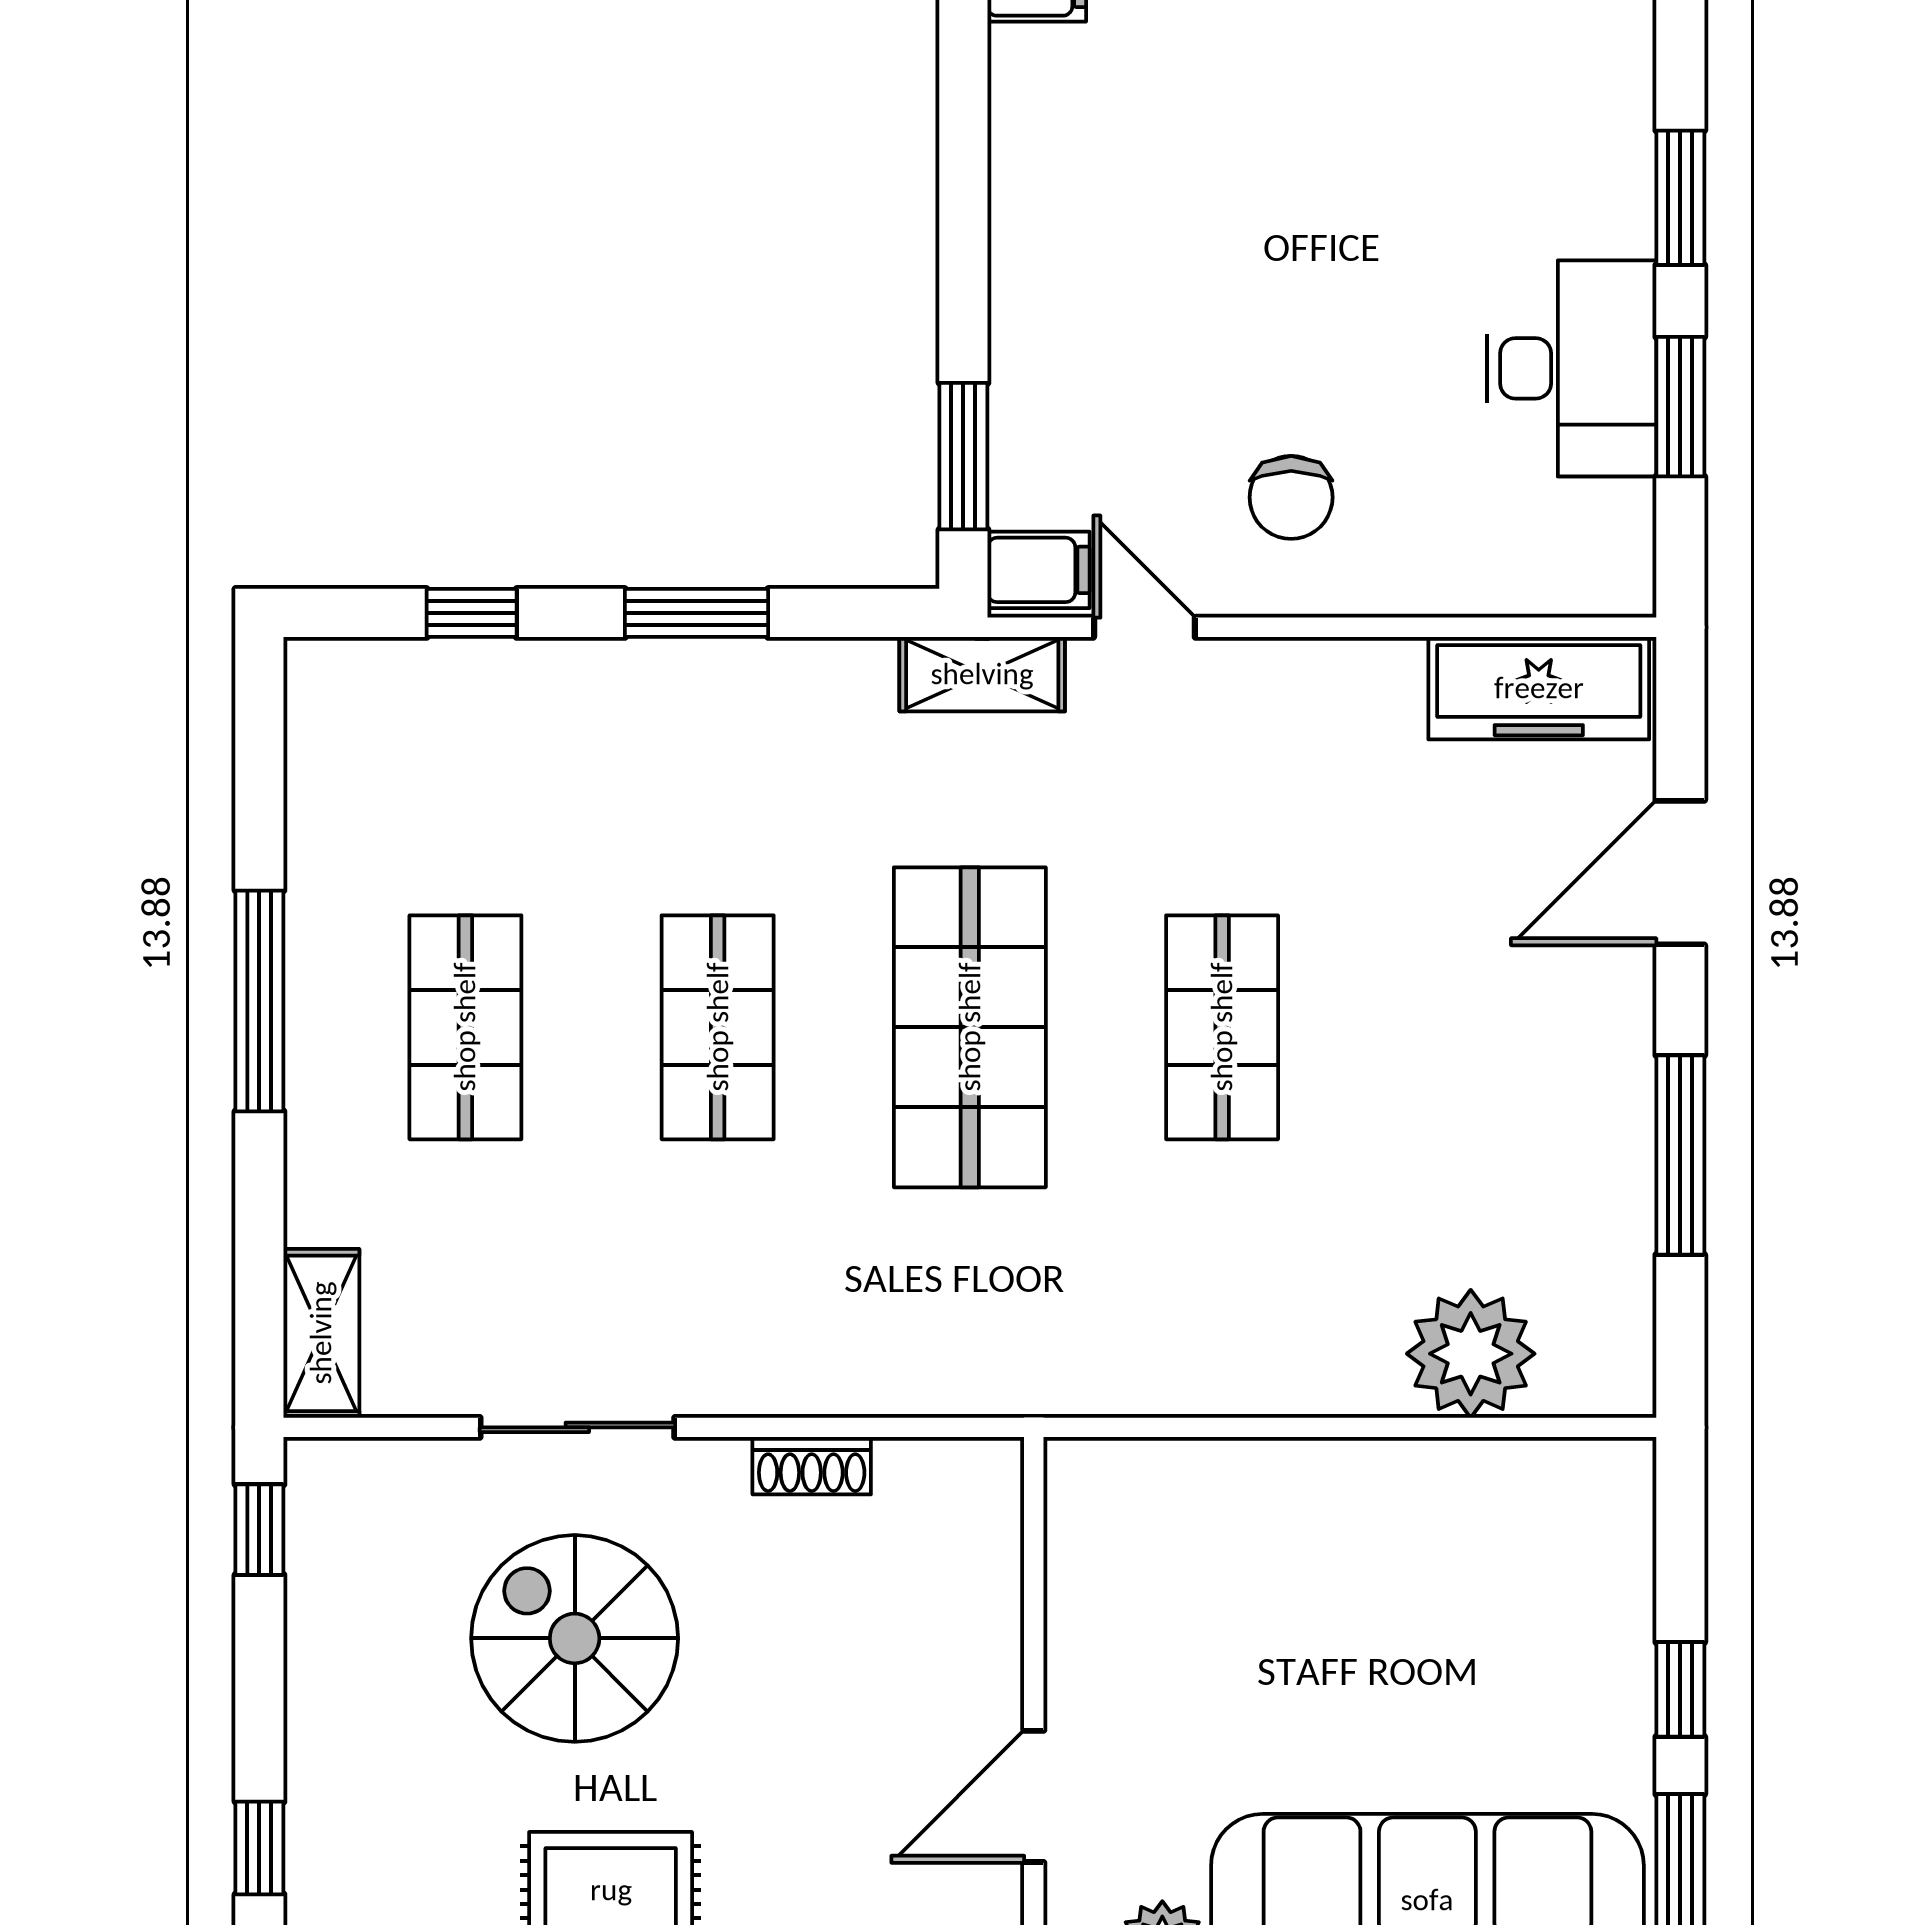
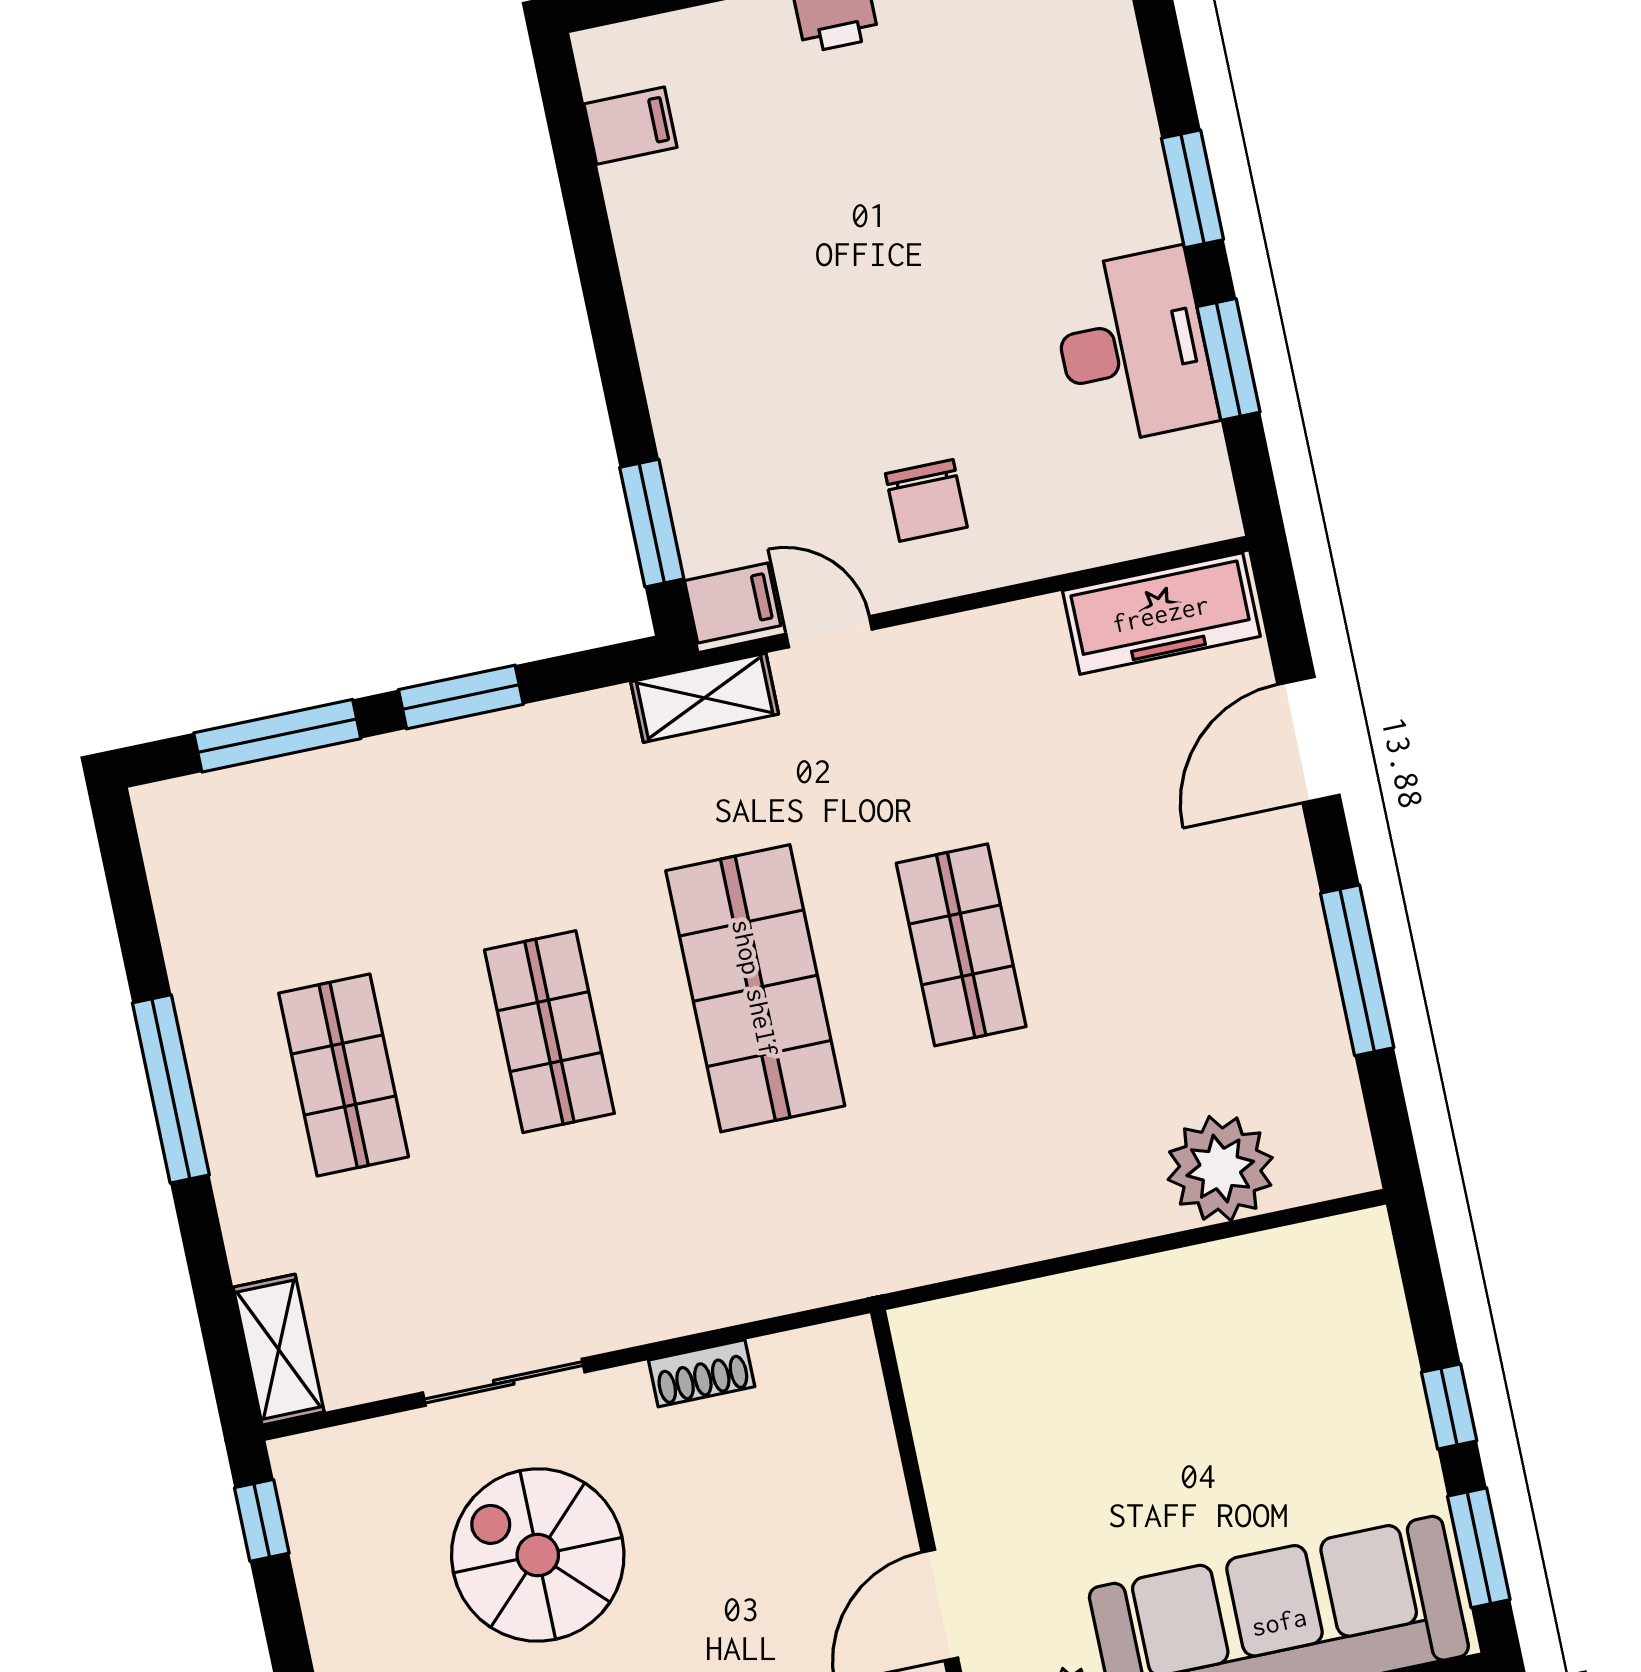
window: (472, 613) -> (277, 736), width x2.17

